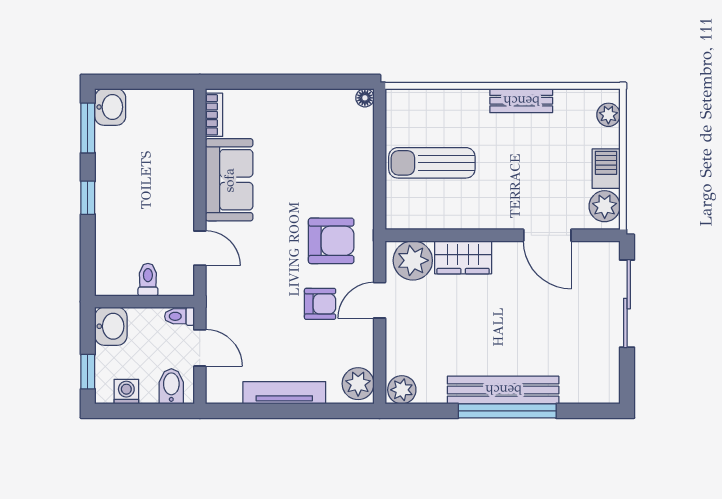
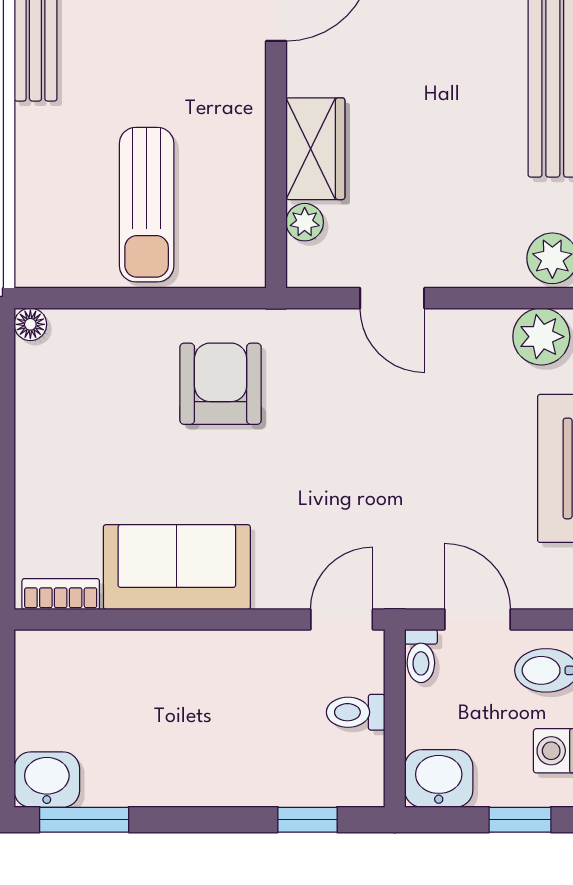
window: (88, 198) -> (307, 820), moved
armchair: (331, 241) -> (221, 384), moved
door: (200, 248) -> (342, 619), moved
plant: (413, 260) -> (305, 222), width x0.53, depth x0.53
armchair: (320, 304) -> (399, 404), removed
door: (200, 348) -> (477, 619), hinge flipped

